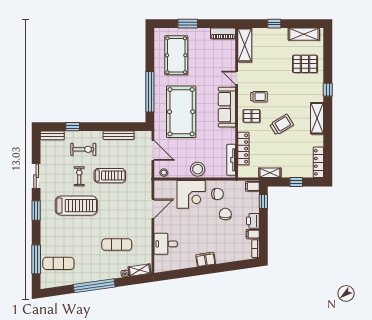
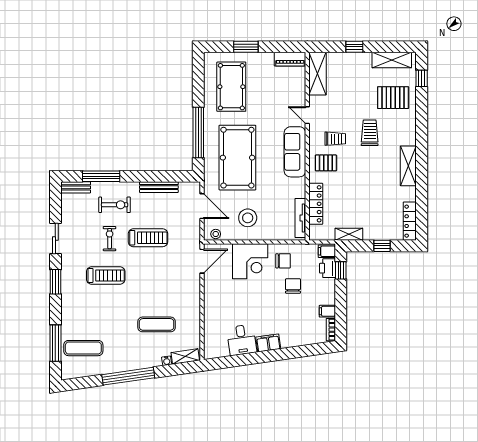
window: (328, 90) -> (422, 78), moved
trolley: (282, 125) -> (370, 133), moved, turned -59
window: (73, 127) -> (101, 176), width x2.17
stool: (198, 169) -> (248, 218), moved
treadmill: (76, 206) -> (106, 275), width x0.73, depth x0.73
door: (153, 209) -> (202, 261), moved
printer: (253, 221) -> (327, 268), moved
desk: (166, 244) -> (242, 340), moved, turned -98

